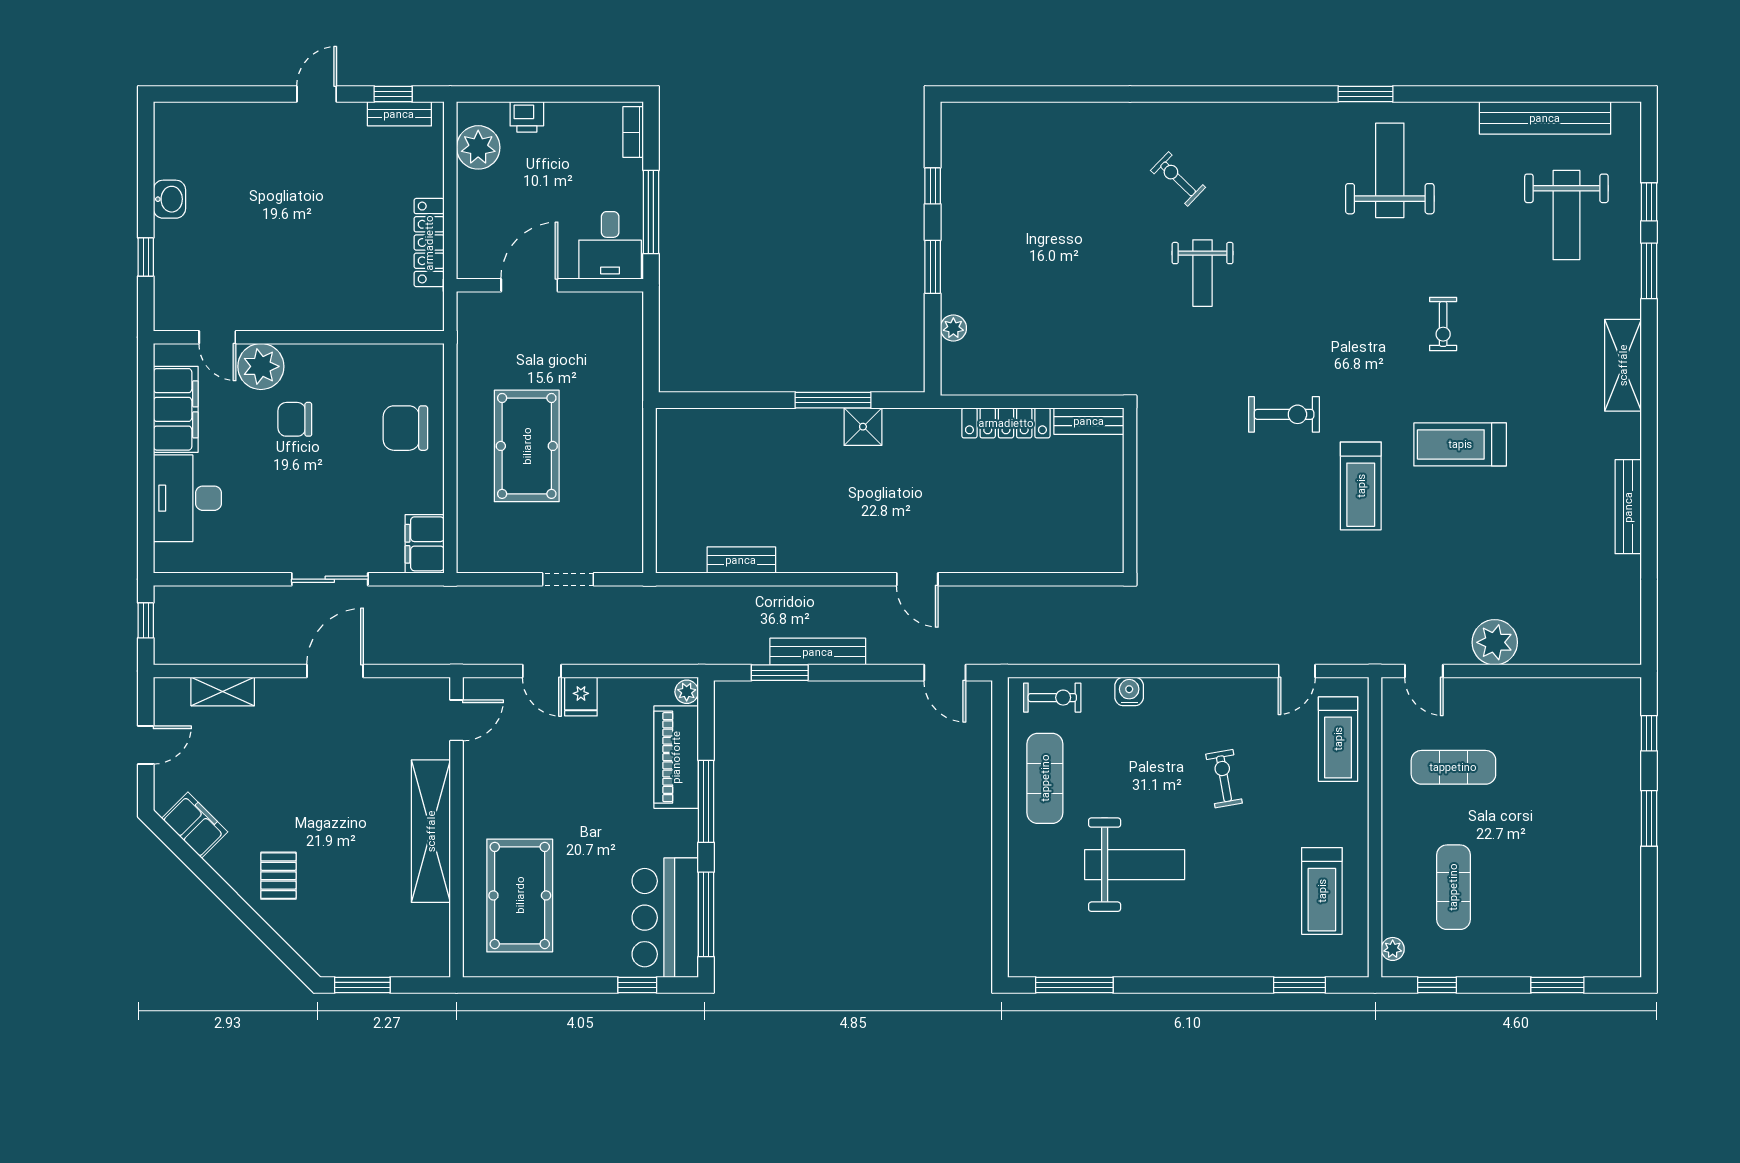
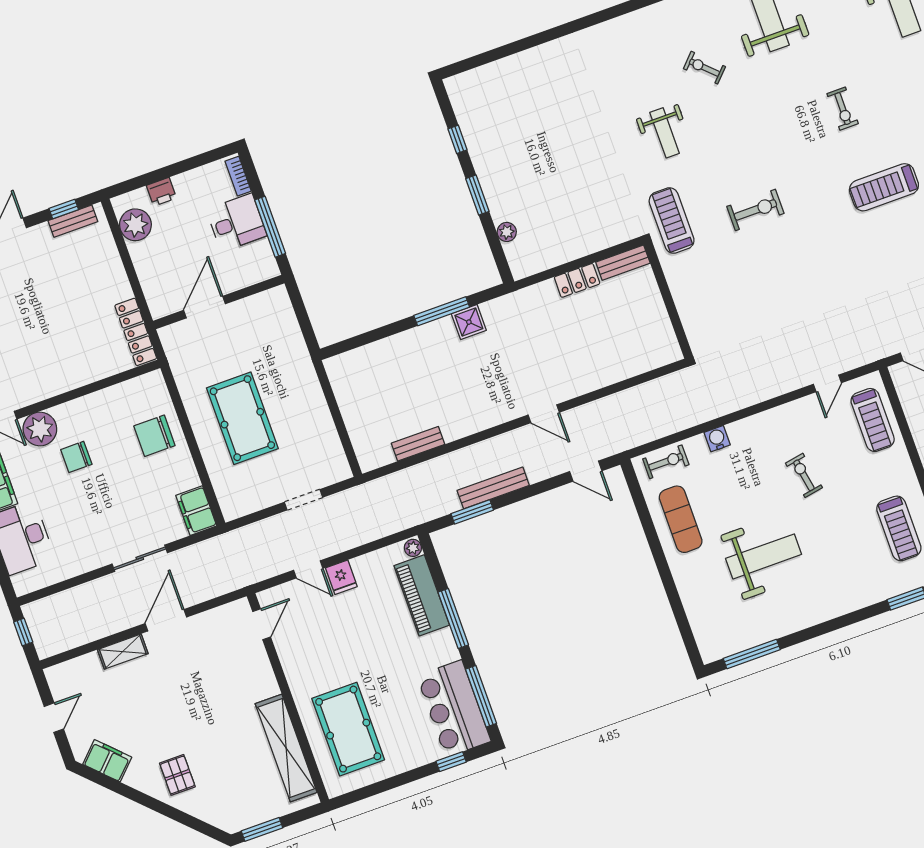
exercise bike: (1178, 179) -> (704, 68), moved
locker: (429, 243) -> (136, 332), moved
desk: (610, 245) -> (237, 223), moved, turned -90
locker: (1006, 423) -> (577, 280), width x0.66
treadmill: (1361, 486) -> (672, 221), moved, turned 180
shelving: (223, 691) -> (123, 652), moved
shelving: (431, 831) -> (286, 748), moved

